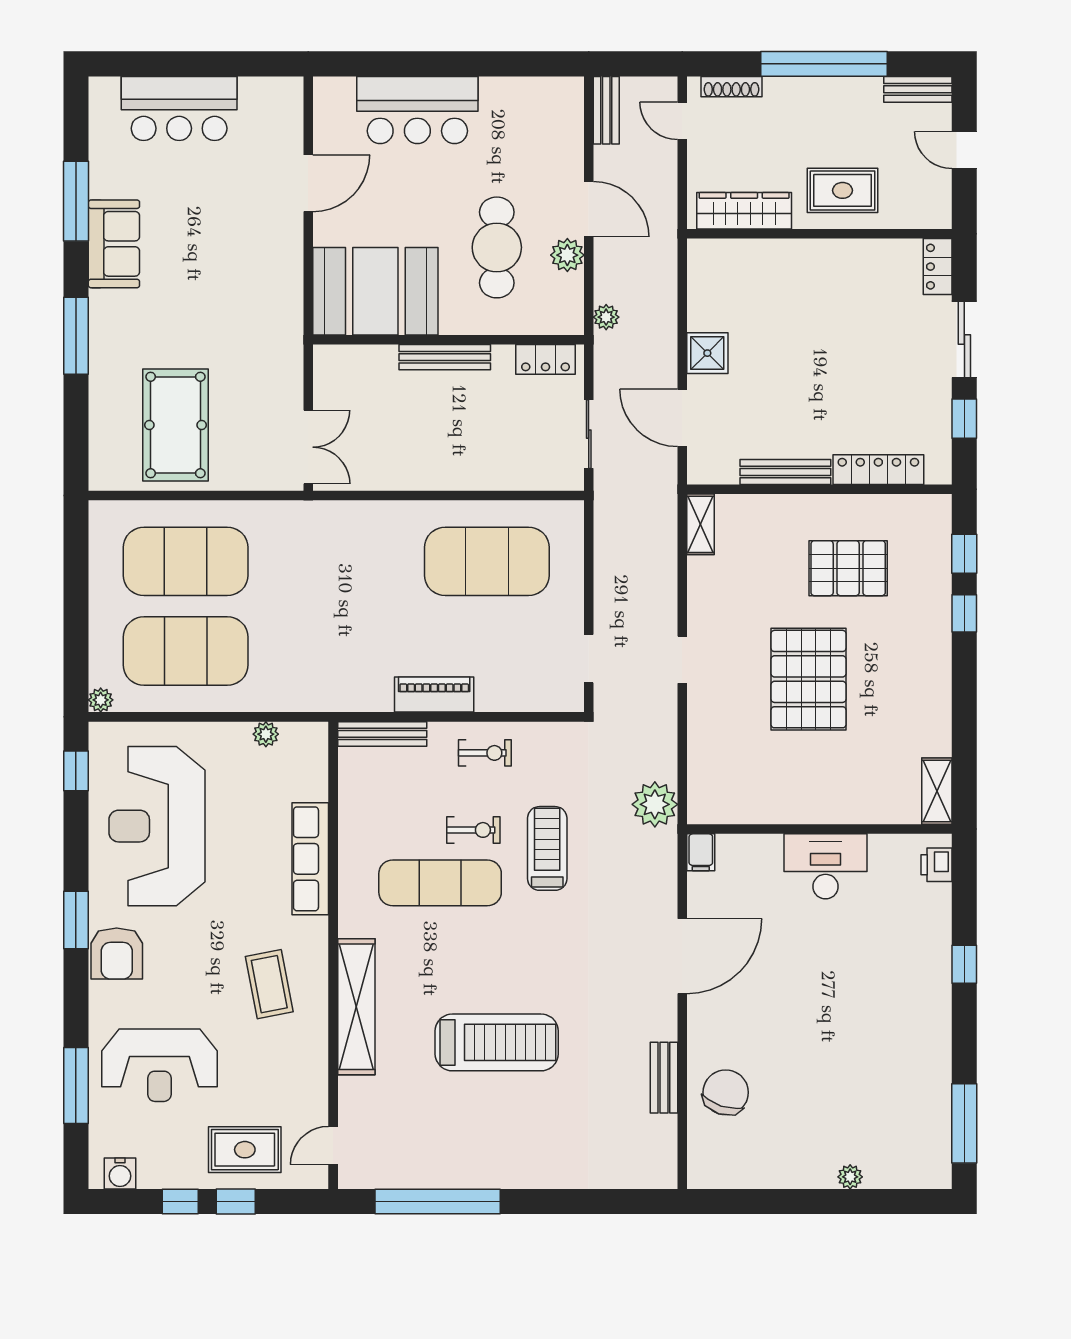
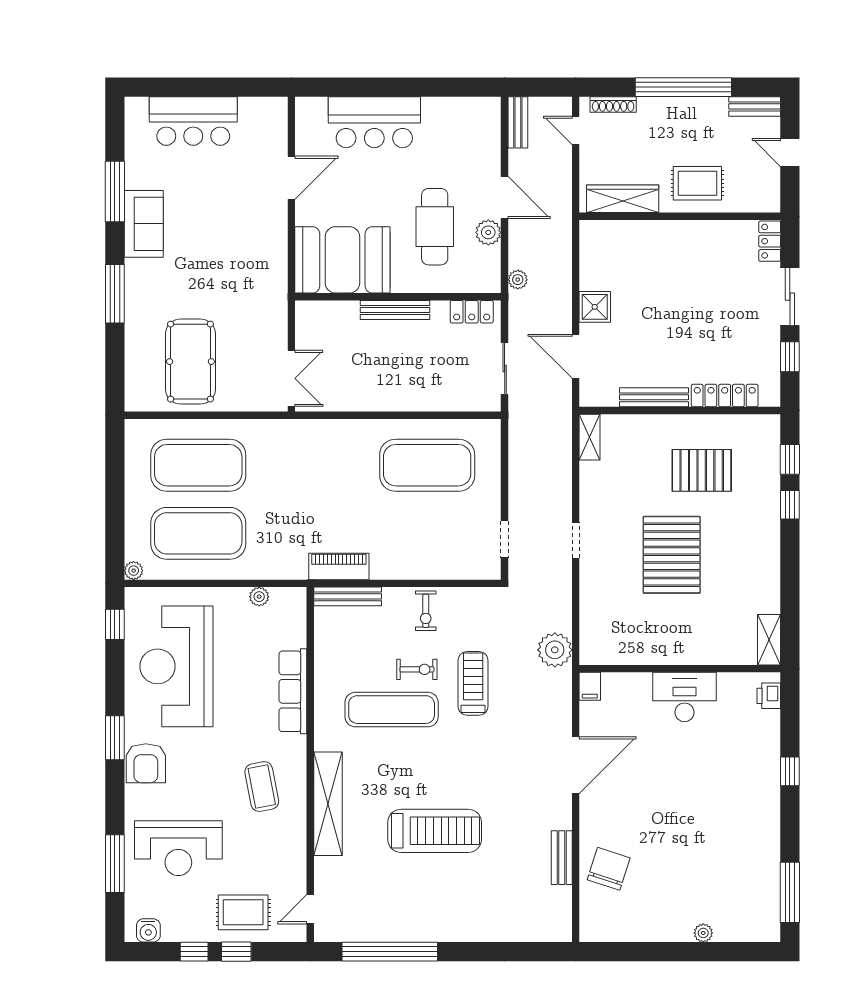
piano: (434, 695) -> (339, 566), moved
exercise bike: (485, 753) -> (426, 611), turned 90

